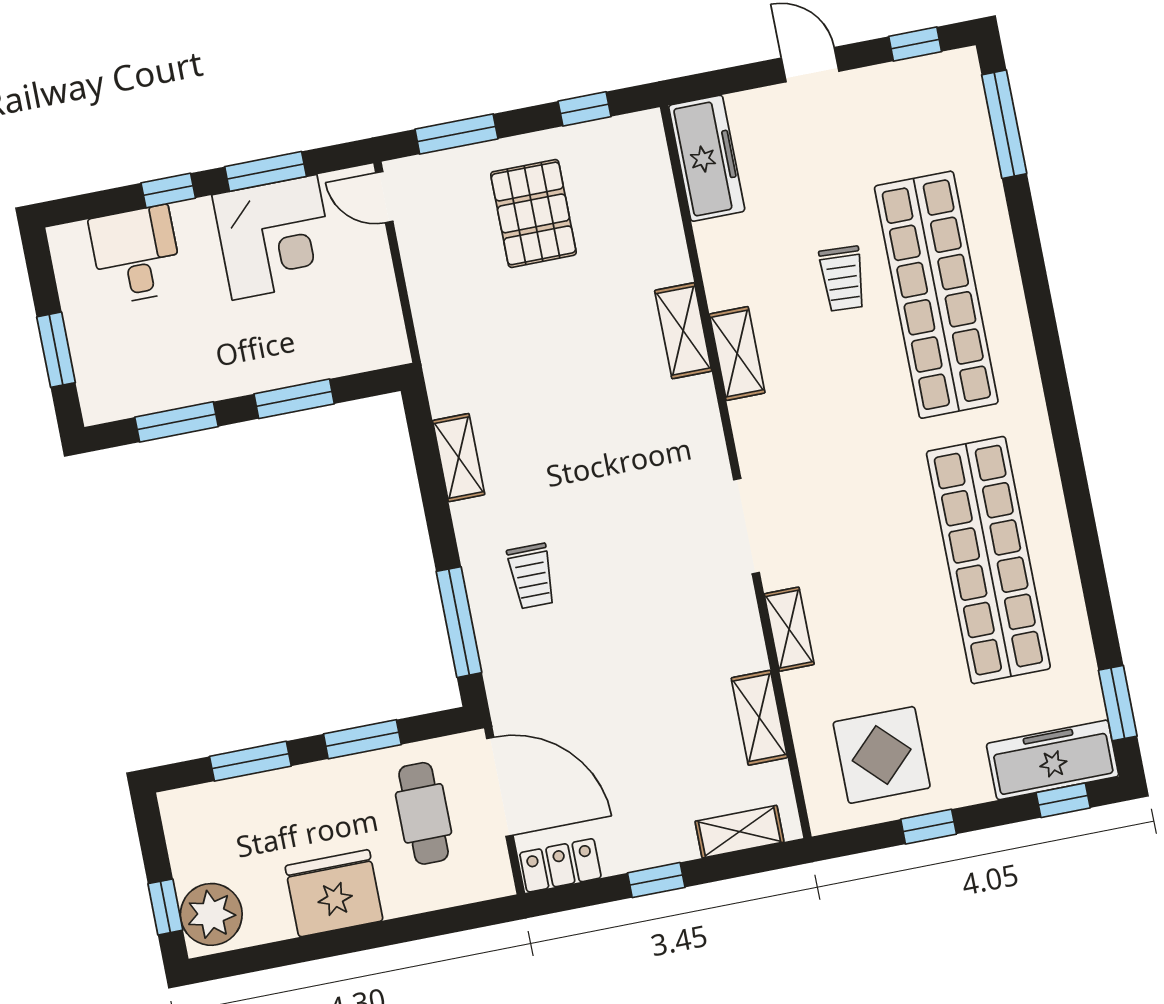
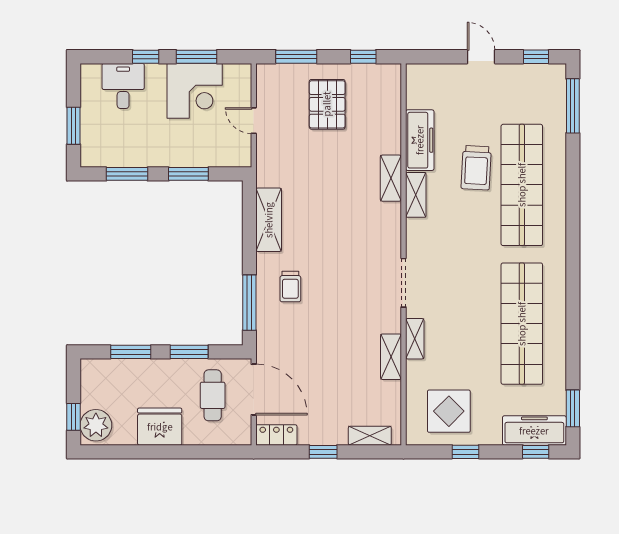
freezer: (707, 158) -> (420, 140), moved
door: (384, 197) -> (254, 121), moved
trolley: (843, 279) -> (476, 168), width x1.36, depth x1.39
shelving: (459, 458) -> (269, 220), width x1.50, depth x1.33
shelving: (759, 718) -> (391, 357), moved

